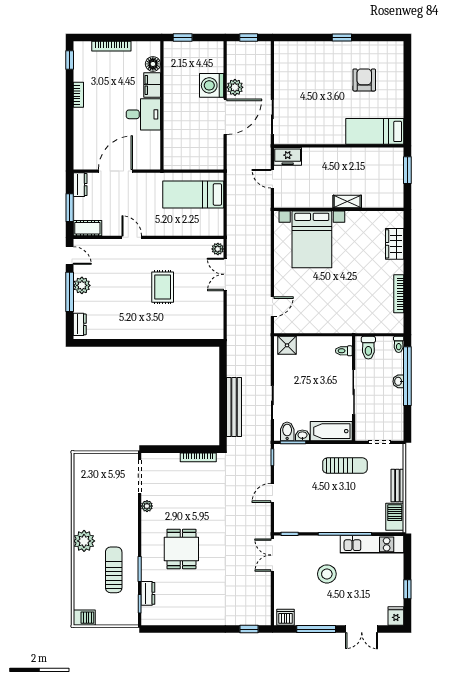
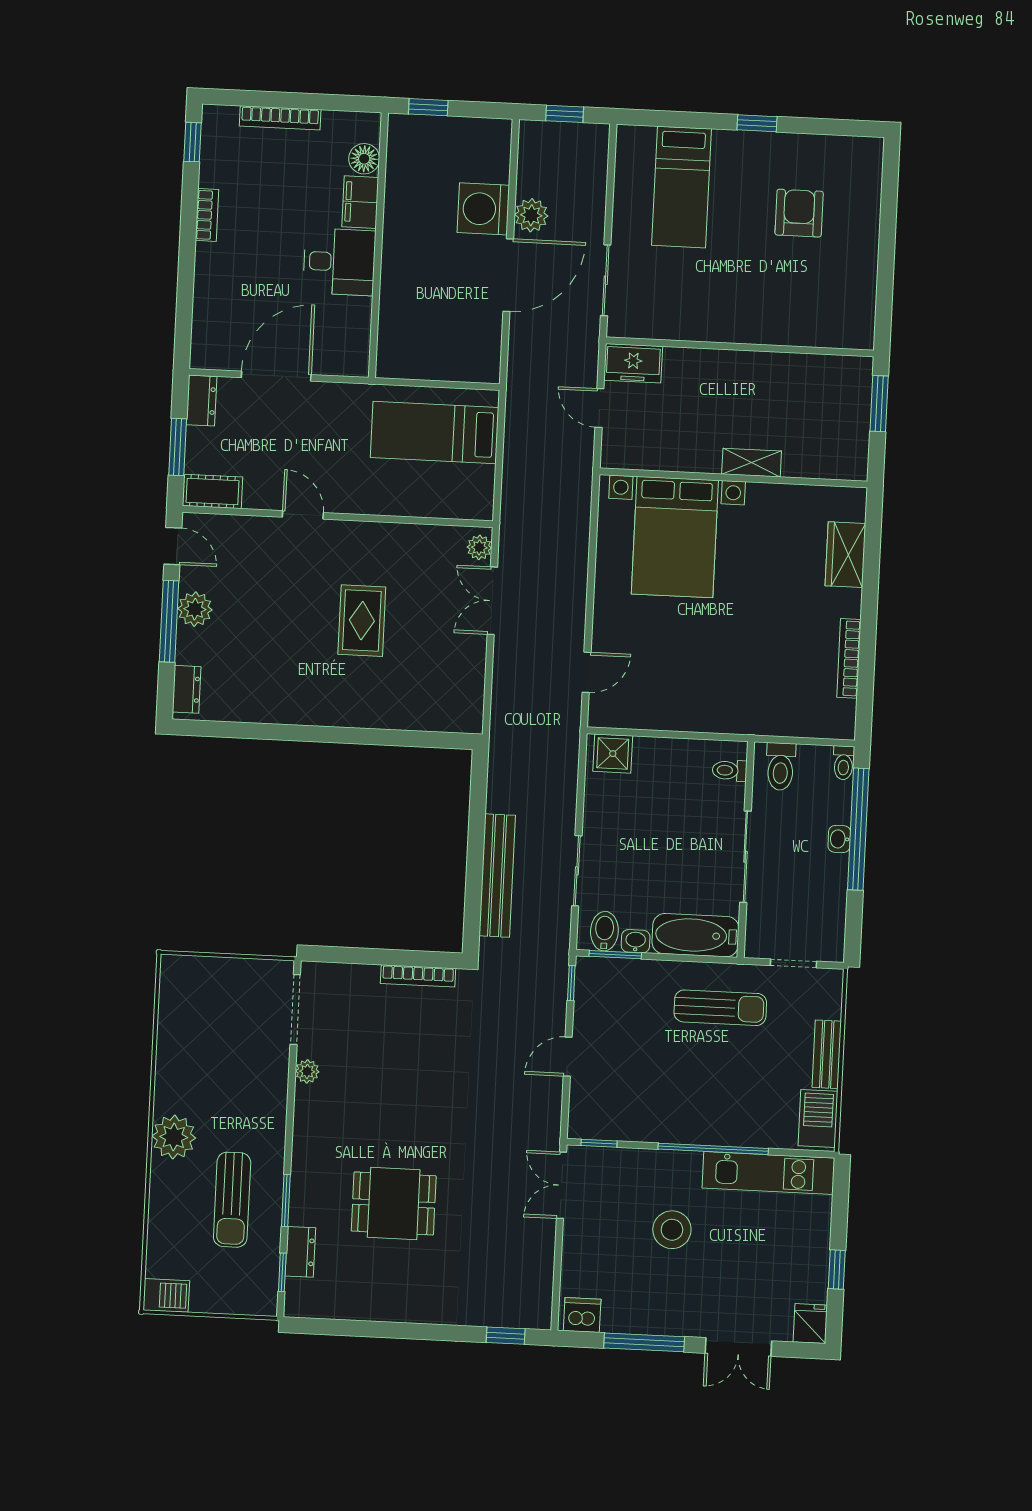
bed: (375, 131) -> (681, 187), moved, turned -90
dining table: (181, 549) -> (394, 1203), moved, turned 90
sun lounger: (114, 570) -> (232, 1200), turned 180

